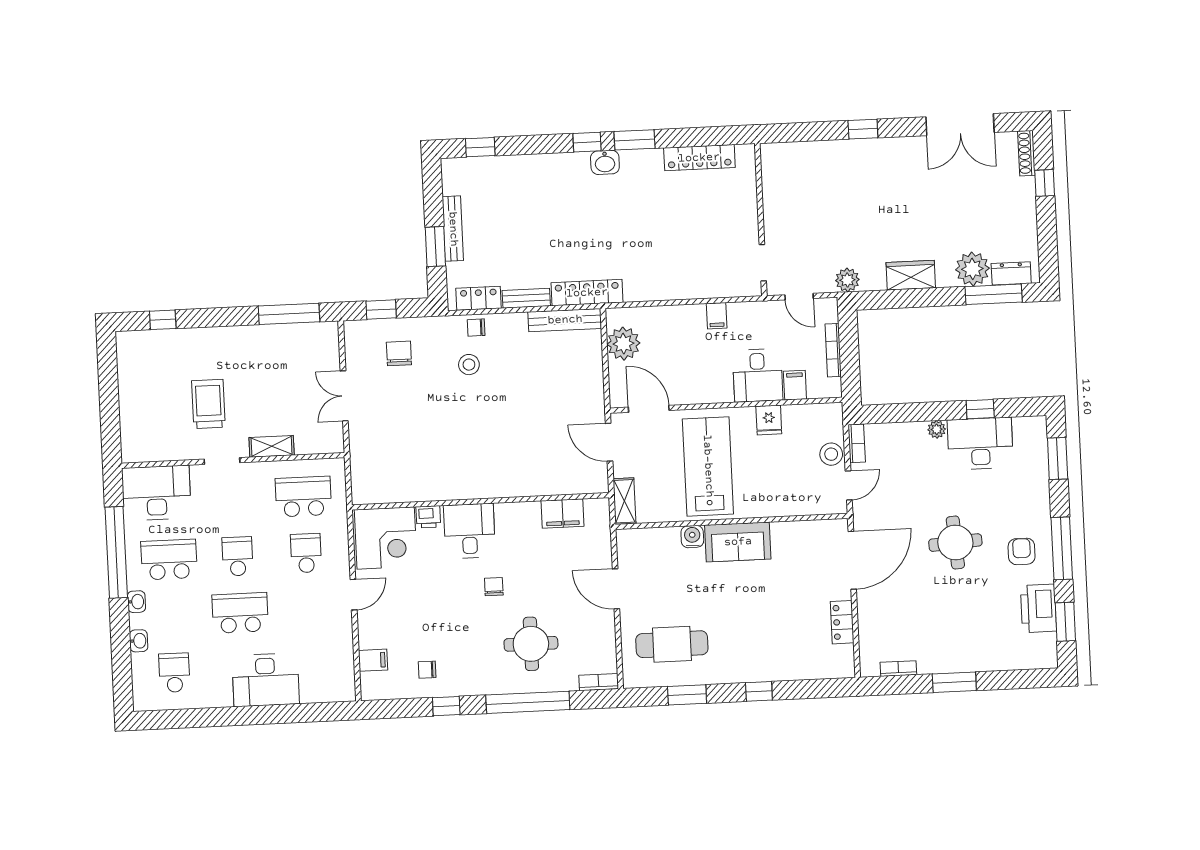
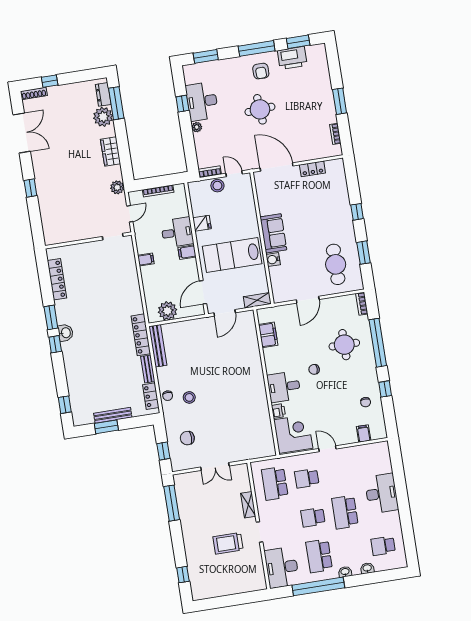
window: (435, 247) -> (106, 427), moved
filing cabinet: (795, 385) -> (187, 252), moved
armchair: (1022, 551) -> (261, 71), turned -90

